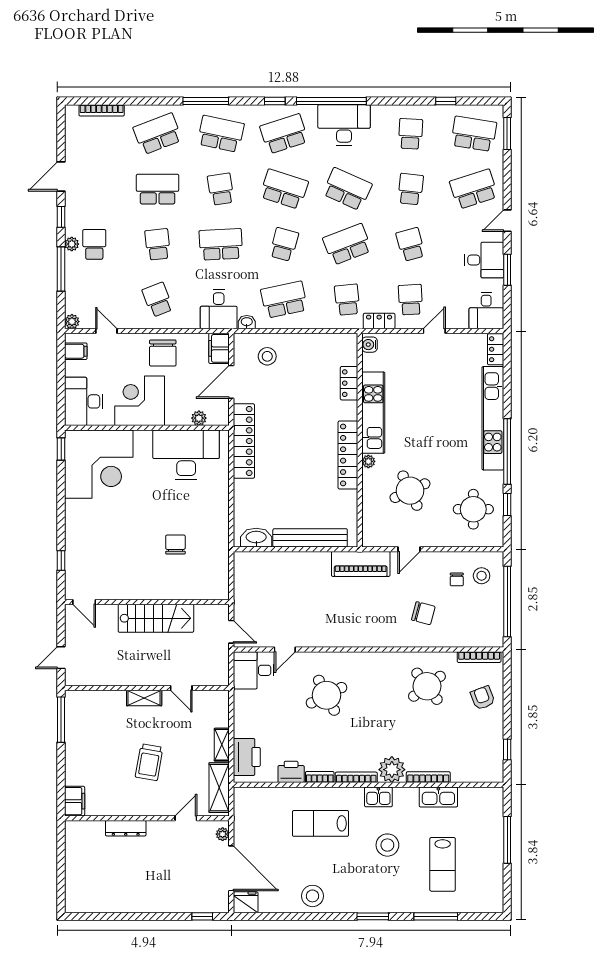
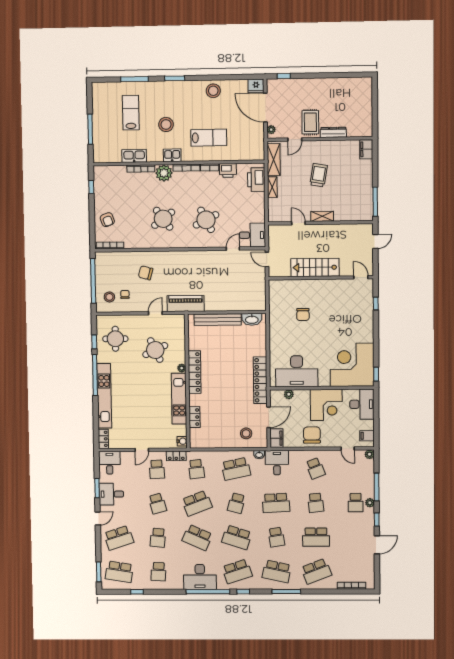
round table: (427, 686) -> (163, 219), moved
rug: (161, 845) -> (310, 122), added

